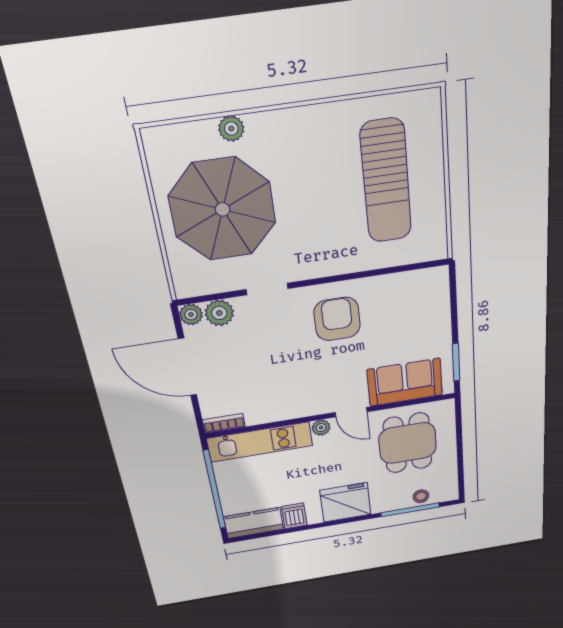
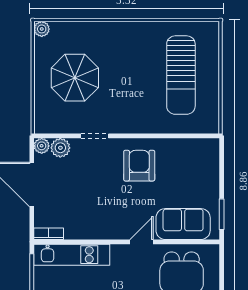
plant: (231, 129) -> (42, 29), moved
parasol: (223, 209) -> (75, 78), width x0.73, depth x0.73
door: (351, 412) -> (142, 242), swing flipped
plant: (321, 428) -> (118, 251), removed

